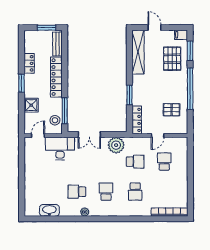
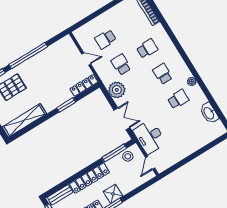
shower: (31, 105) -> (113, 194), moved
pallet: (172, 110) -> (56, 61), removed
door: (38, 136) -> (150, 163), hinge flipped
school desk: (77, 192) -> (178, 99), turned -90
school desk: (106, 192) -> (163, 74), turned 90

